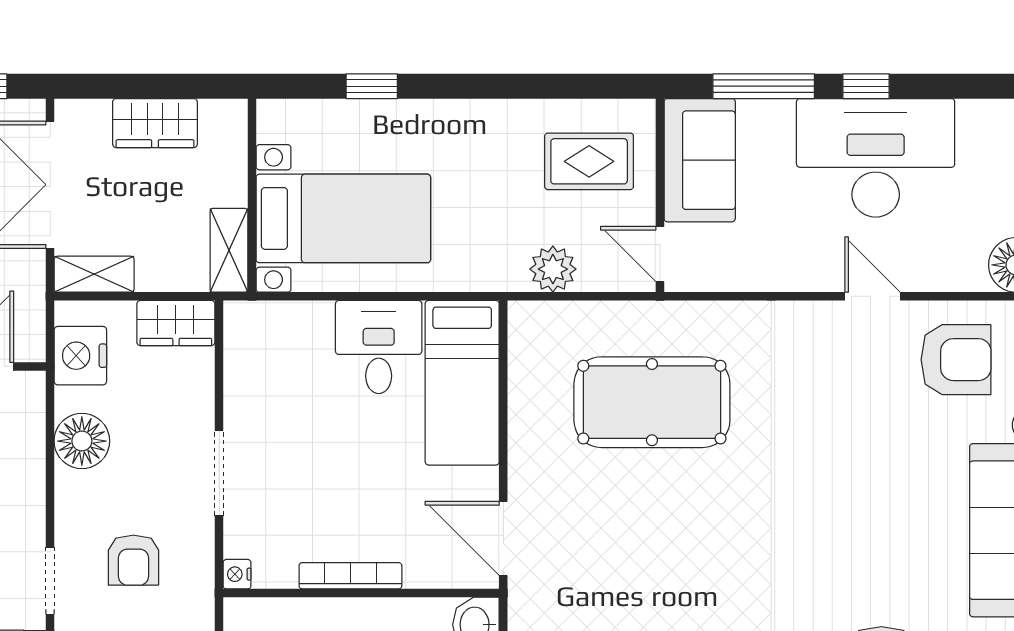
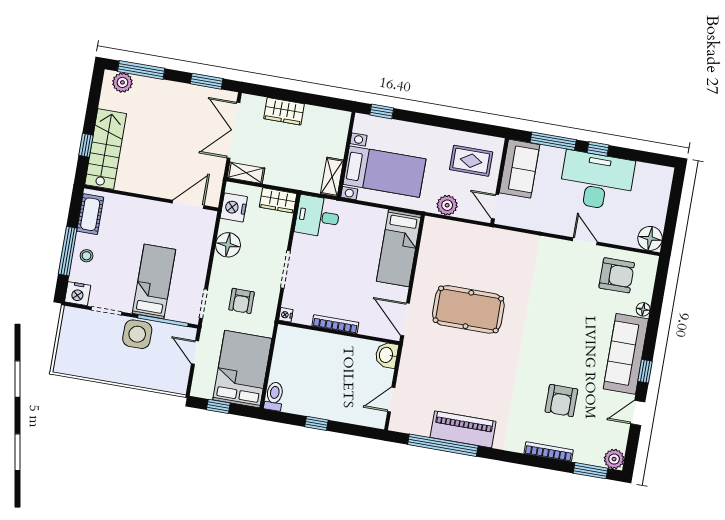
wall: (252, 195) -> (346, 155), moved
bed with nightstands: (343, 218) -> (384, 172), moved
shelving: (229, 250) -> (332, 177), moved
desk: (379, 347) -> (318, 216), moved, turned -90
pool table: (652, 402) -> (468, 309), moved

